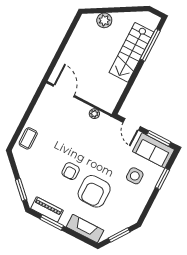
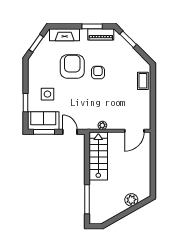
stairs: (131, 52) -> (98, 156), moved
door: (64, 91) -> (134, 131), hinge flipped

